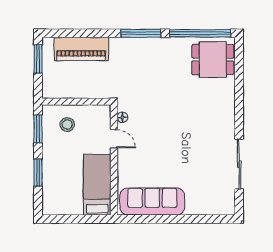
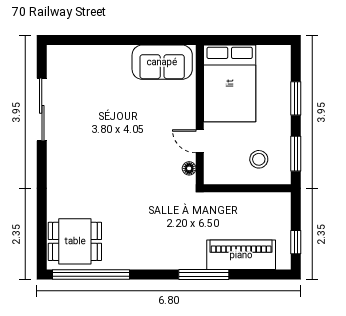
window: (141, 33) -> (204, 275), moved
window: (38, 59) -> (296, 242), width x0.67
bed: (97, 185) -> (230, 83), width x1.50
sofa: (152, 201) -> (162, 62), width x0.73

